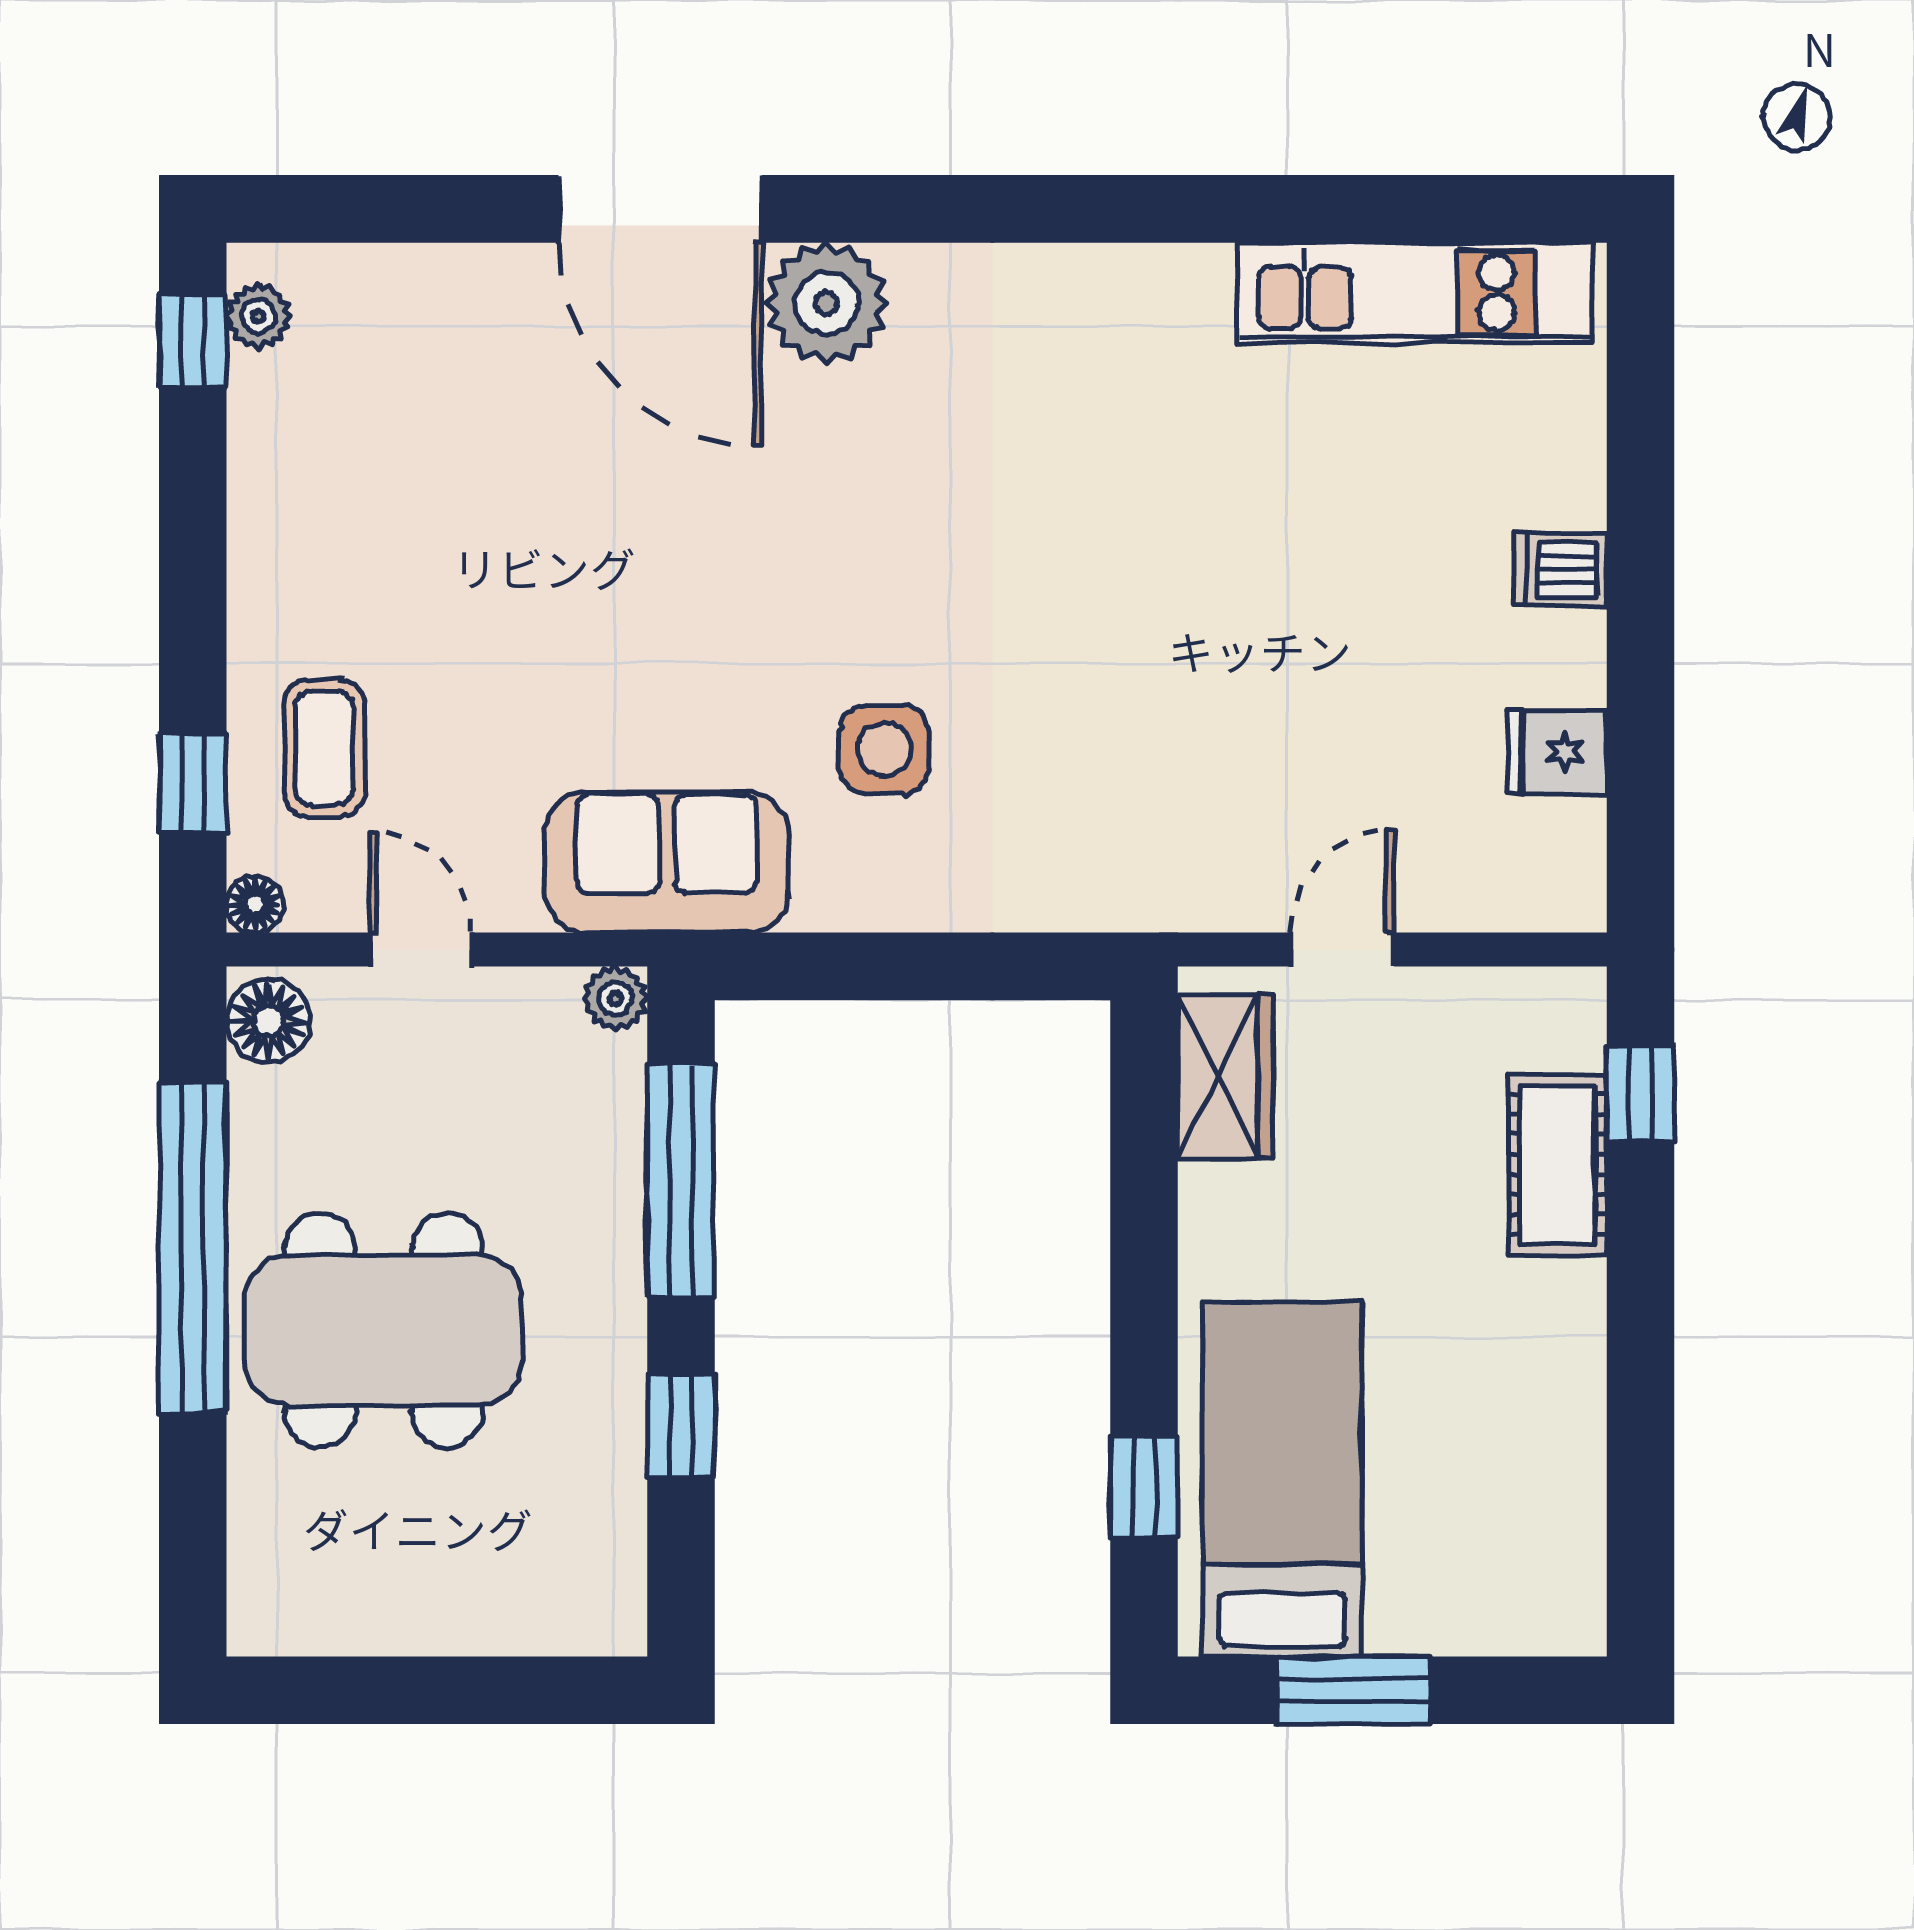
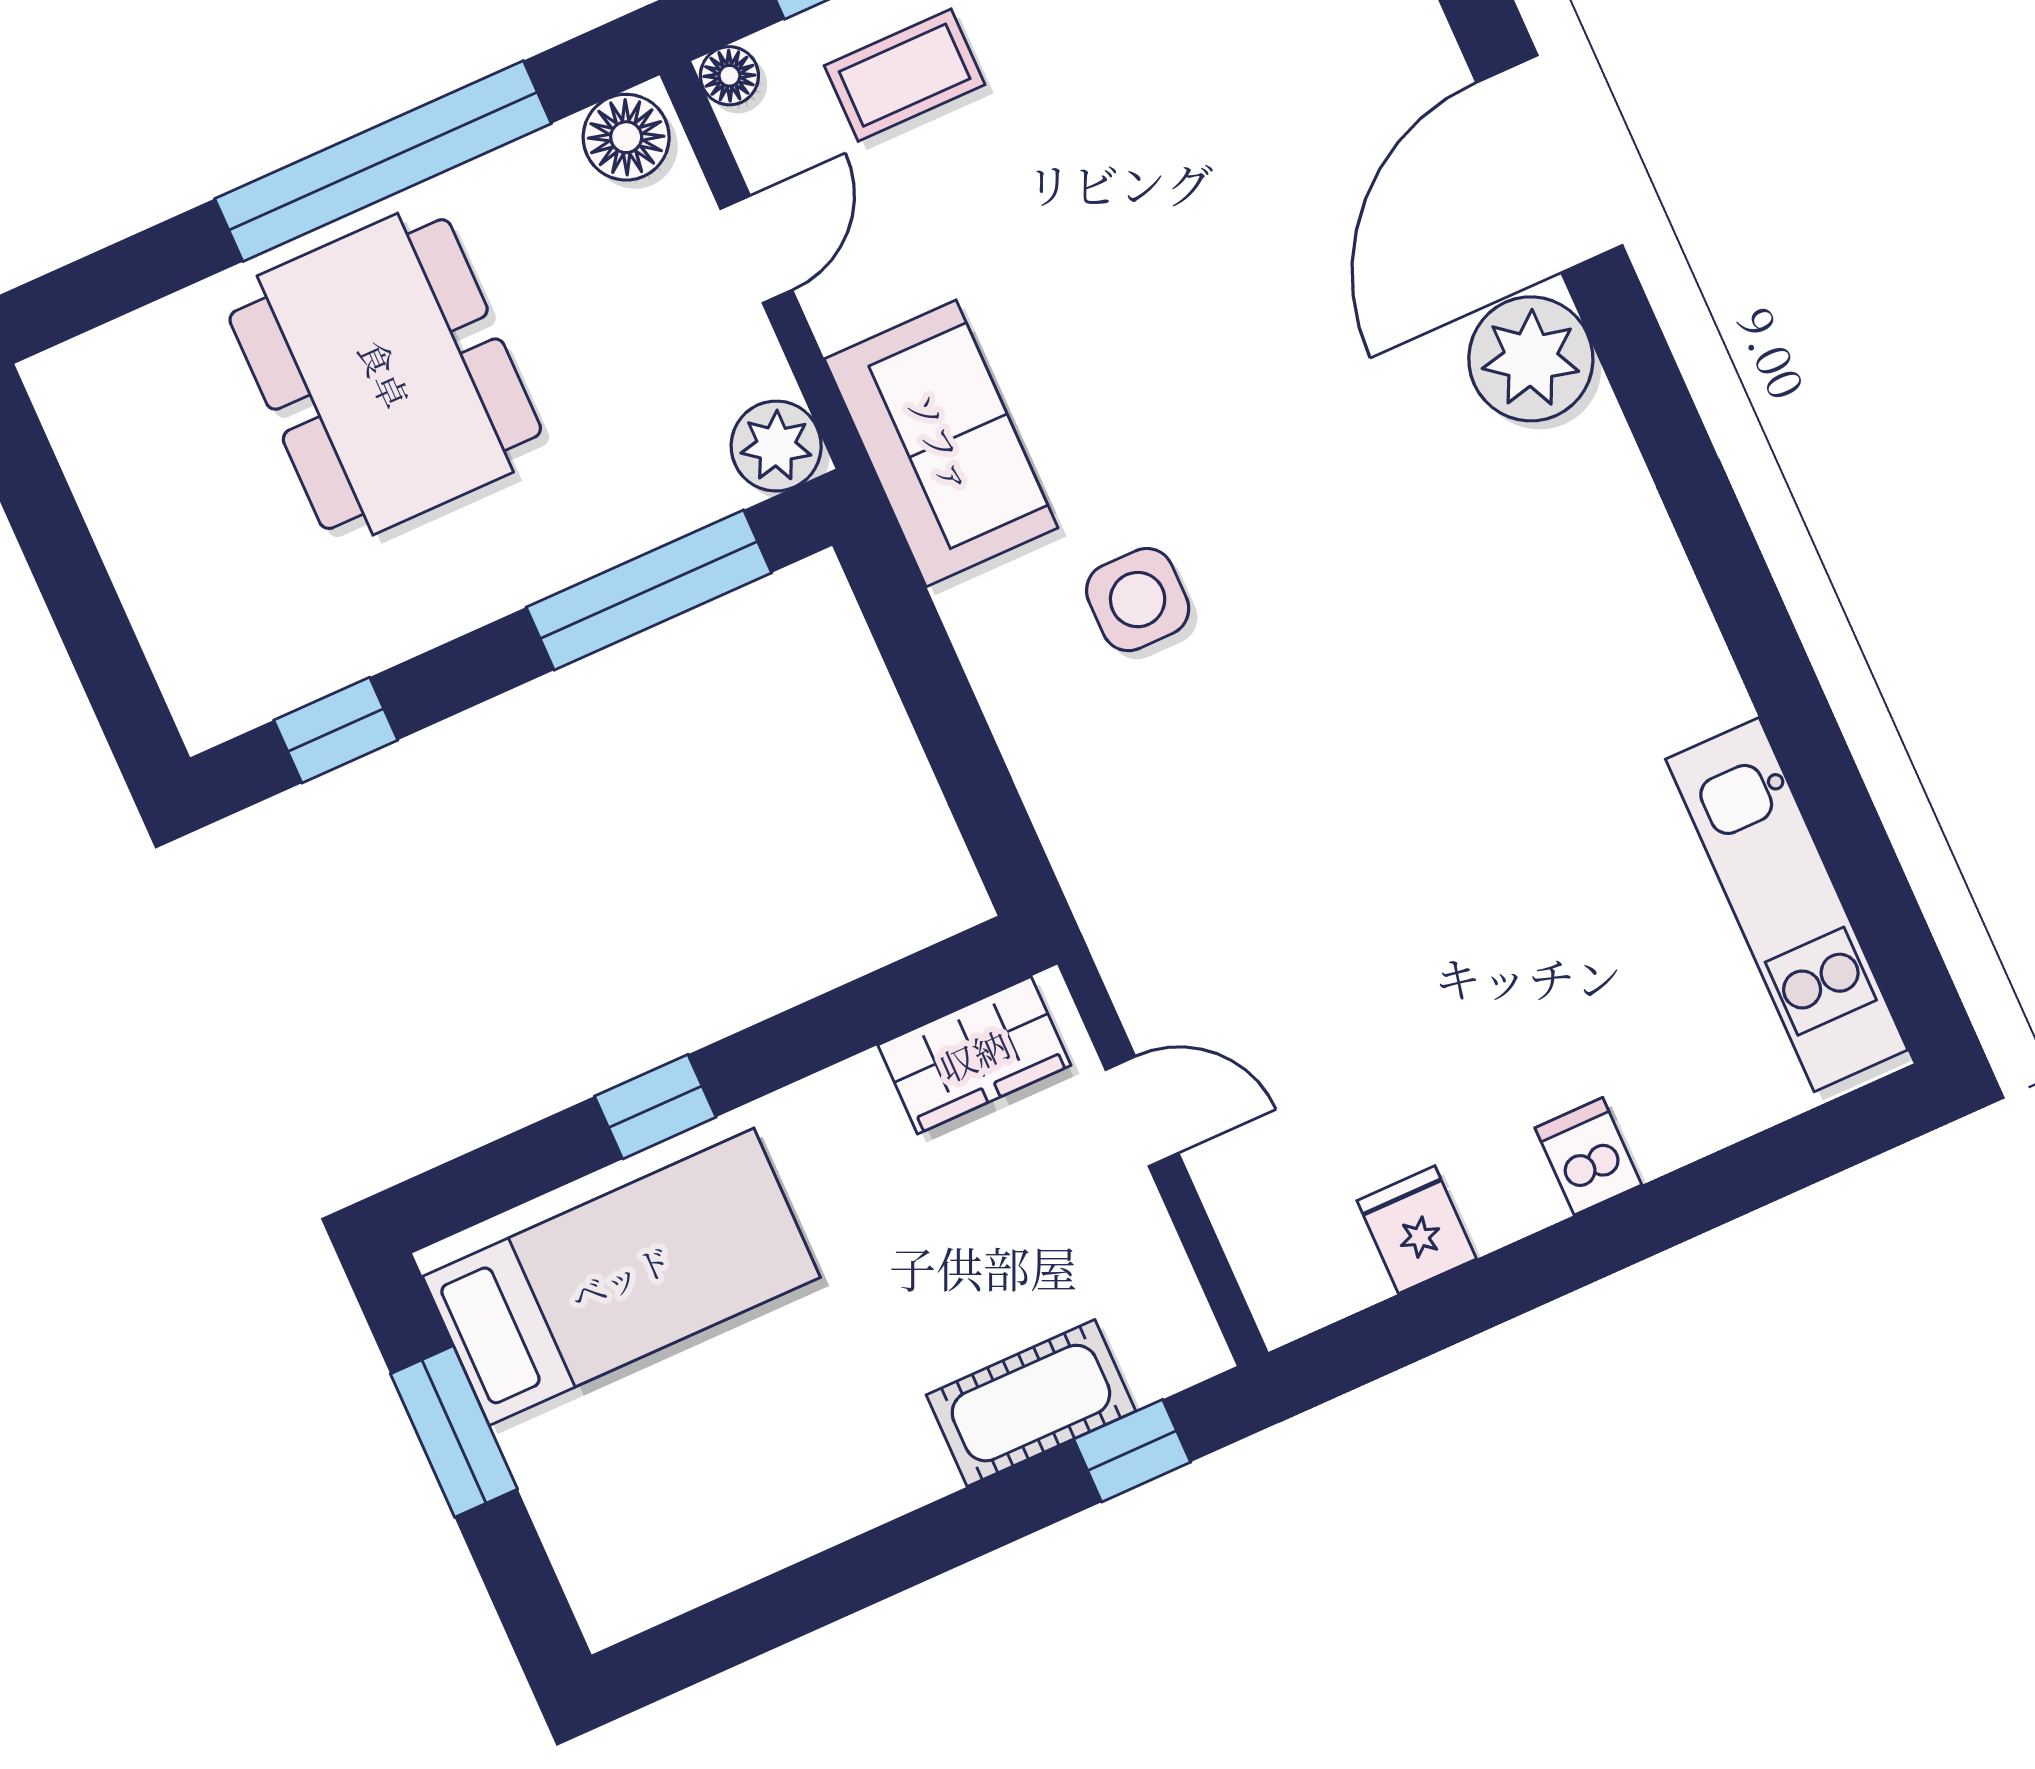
plant: (615, 998) -> (776, 446), width x1.38, depth x1.38
window: (681, 1426) -> (336, 730), moved
window: (1144, 1487) -> (655, 1107), moved

